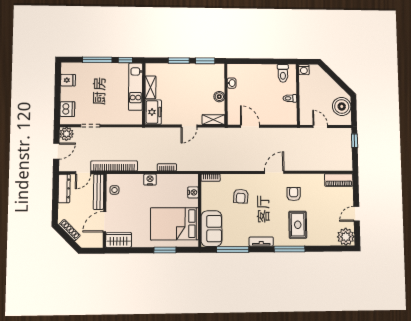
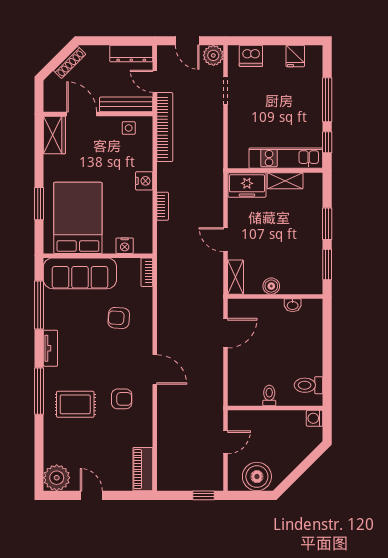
sofa: (211, 229) -> (80, 273), width x1.36

